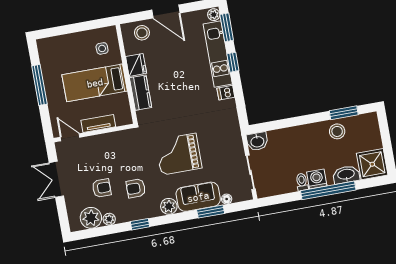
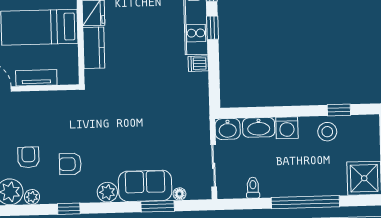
window: (344, 113) -> (339, 110), width x0.67
grand piano: (179, 154) -> (129, 130), removed
washbasin: (346, 175) -> (259, 127), moved, turned 180
washing machine: (317, 179) -> (287, 128), moved, turned 180
toilet: (302, 182) -> (253, 188), moved
armchair: (102, 188) -> (28, 157), turned -90

